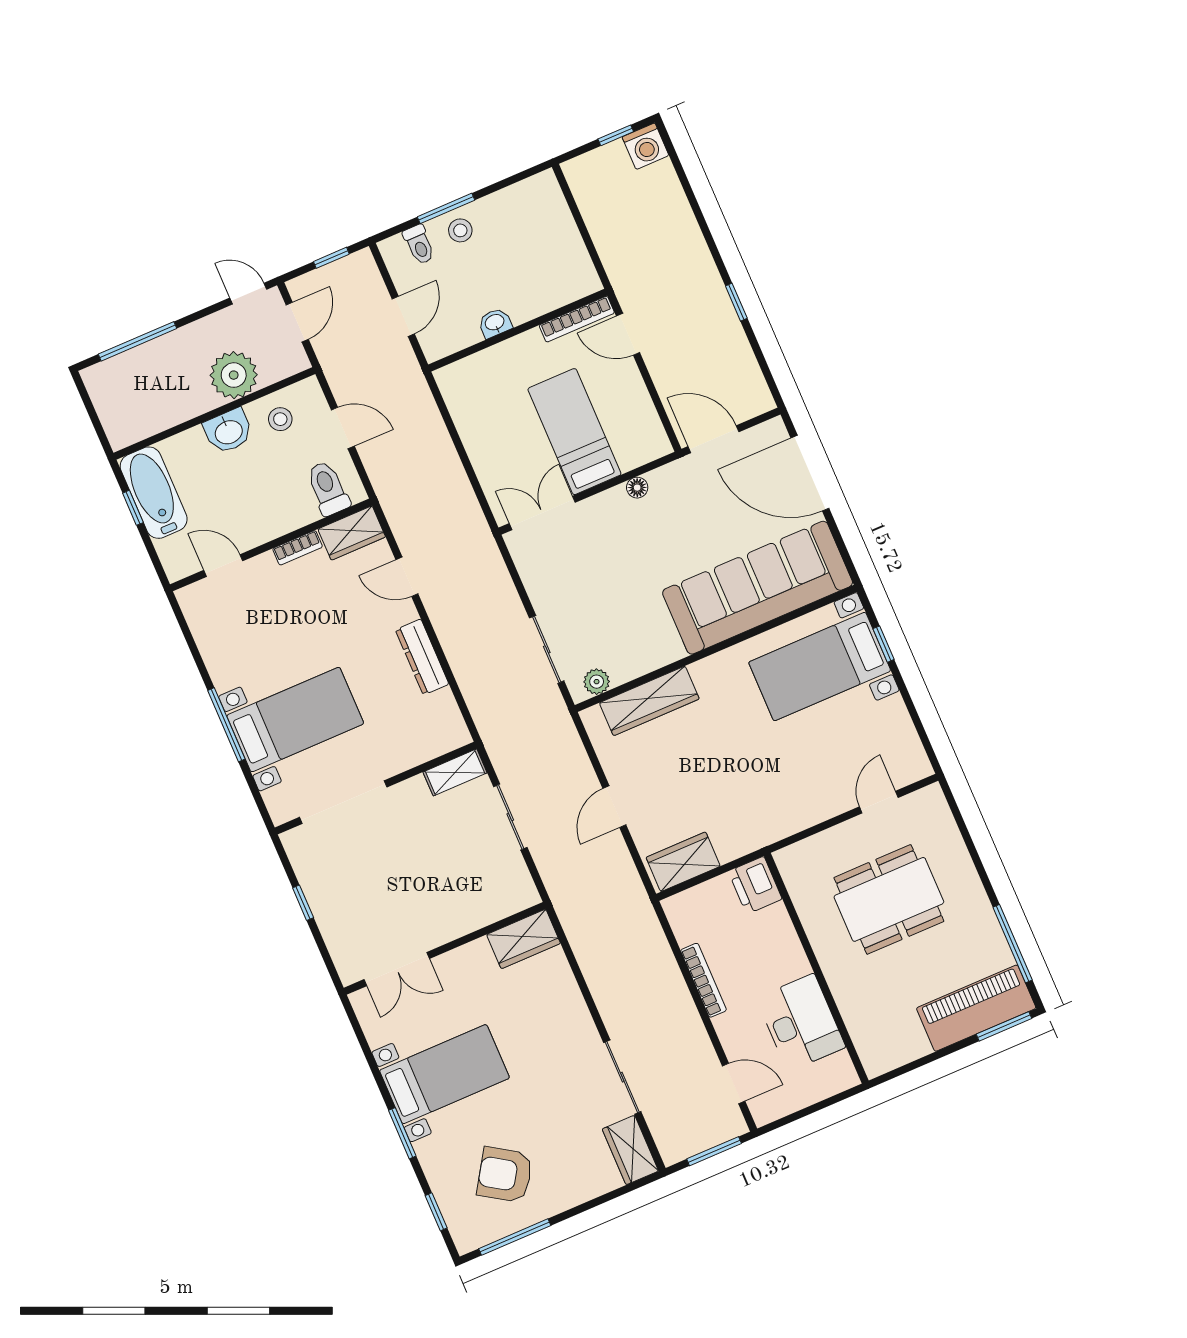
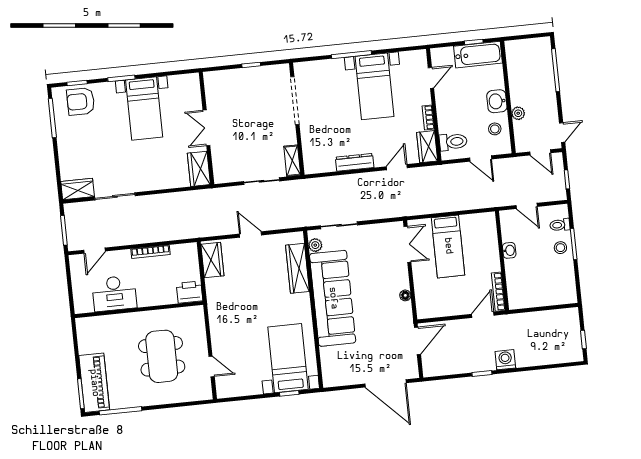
washing machine: (645, 146) -> (505, 360), moved, turned 90
plant: (234, 375) -> (518, 113), width x0.53, depth x0.53
door: (343, 428) -> (481, 159), hinge flipped
bed: (574, 432) -> (448, 246), moved, turned 90
door: (810, 473) -> (386, 383), swing flipped
sofa: (758, 588) -> (333, 298), moved
bed with nightstands: (295, 720) -> (375, 86), moved
double door: (397, 969) -> (206, 128), moved
armchair: (505, 1175) -> (81, 101), moved, turned -123

